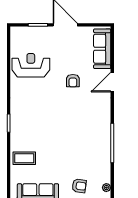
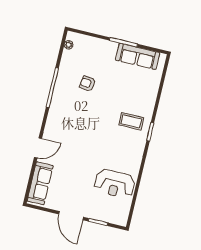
armchair: (73, 81) -> (77, 159), removed
coffee table: (24, 158) -> (131, 121), moved
armchair: (79, 186) -> (88, 84), moved

